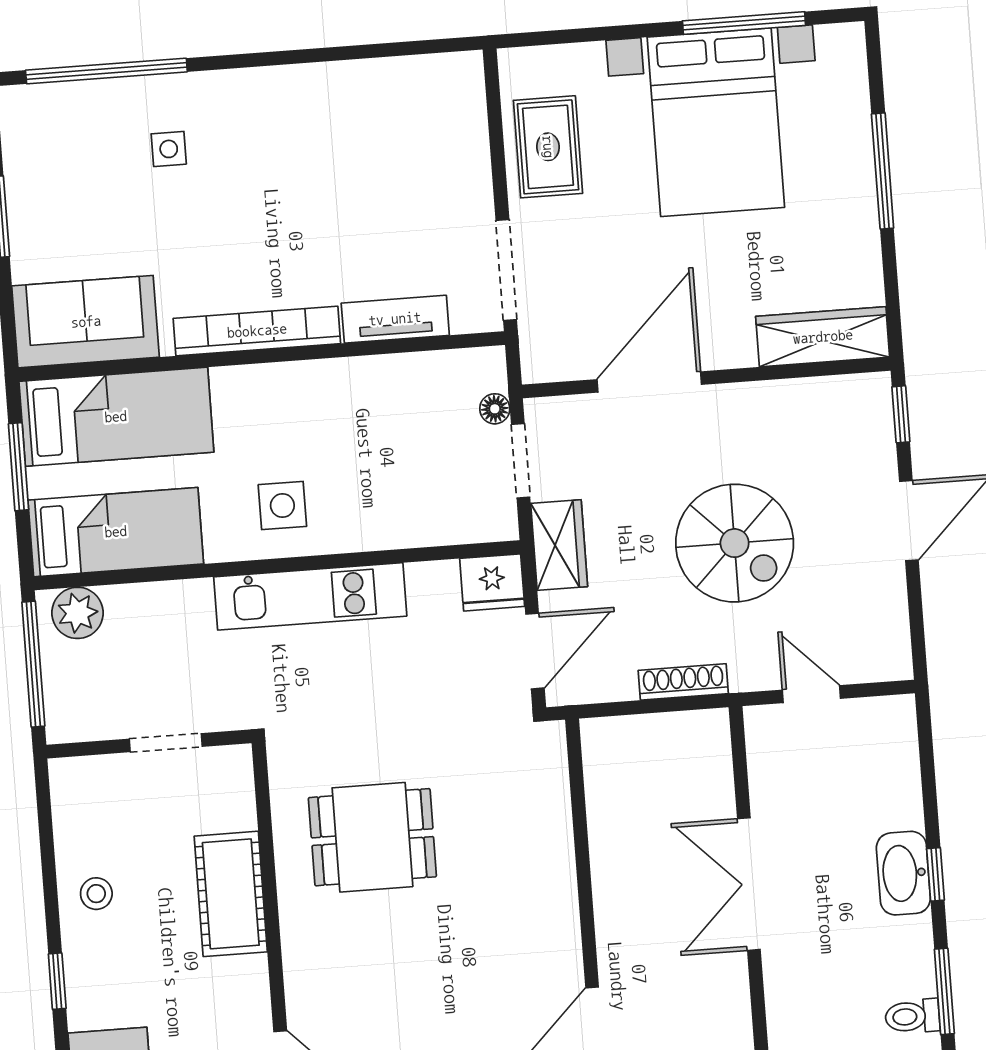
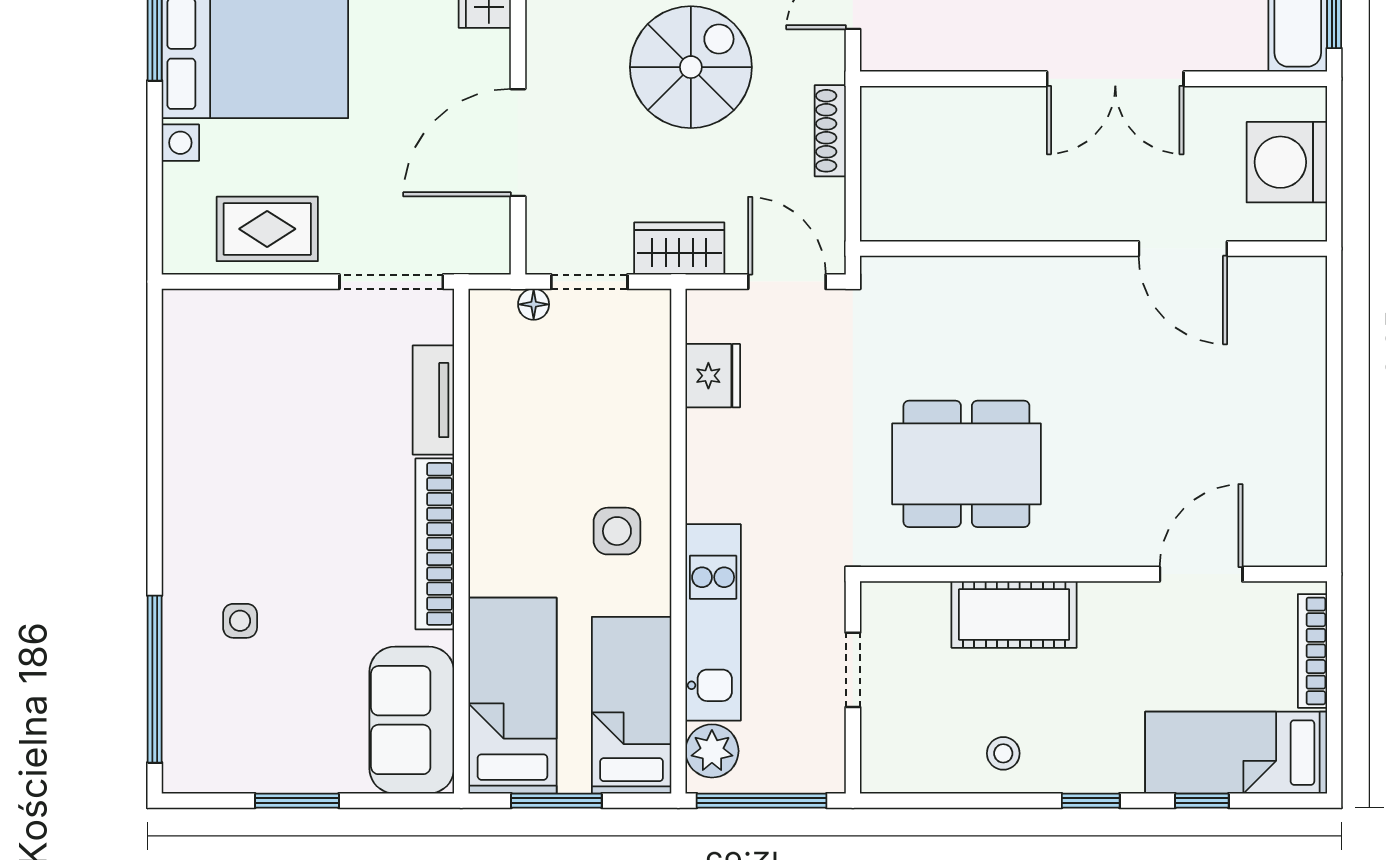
door: (649, 382) -> (518, 143), hinge flipped
fridge: (492, 582) -> (713, 376), moved
kitchen unit: (310, 596) -> (713, 622), moved
dining table: (372, 837) -> (966, 464), width x1.38
double door: (749, 884) -> (1115, 79), moved

